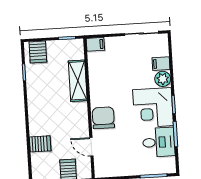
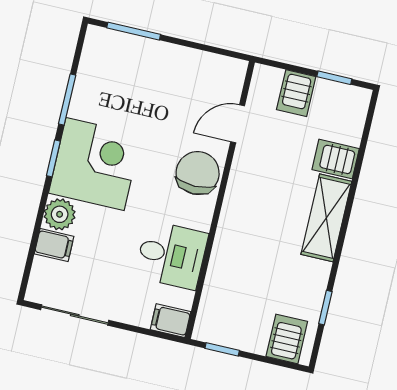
shelving: (78, 81) -> (326, 218), moved
chair: (103, 118) -> (198, 173), turned 180
desk: (159, 142) -> (171, 255), moved, turned 180
door: (91, 147) -> (238, 124), swing flipped

